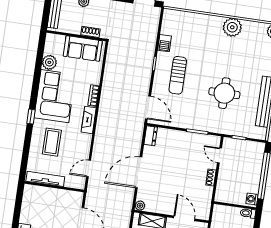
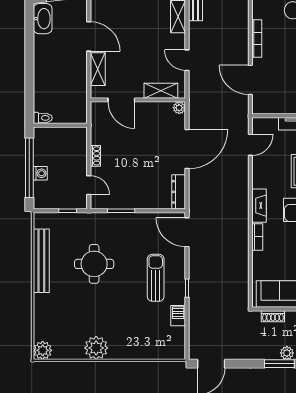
dresser: (151, 136) -> (179, 192), width x1.44
washing machine: (252, 199) -> (40, 173), moved

